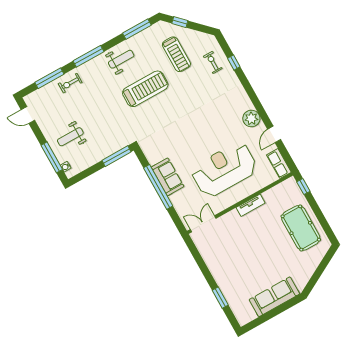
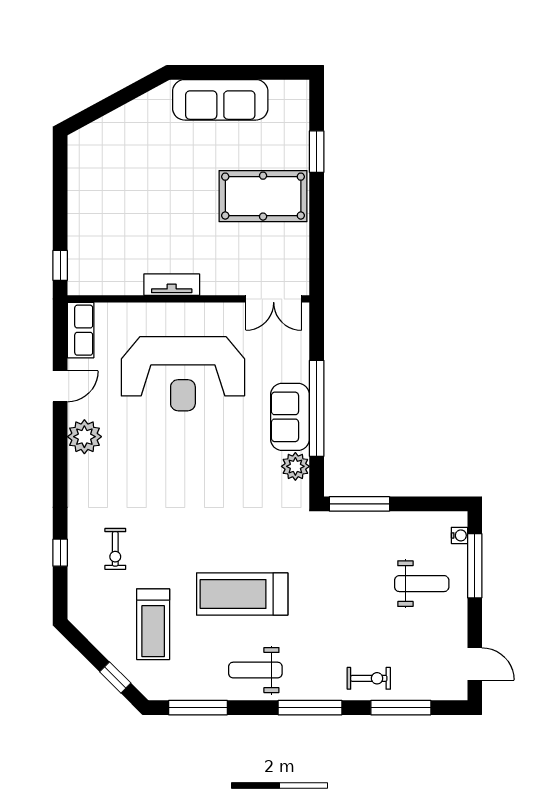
treadmill: (176, 54) -> (153, 624), turned 180
exercise bike: (213, 62) -> (115, 549), moved
plant: (153, 157) -> (295, 466), added
pool table: (301, 228) -> (263, 196), moved, turned 90

